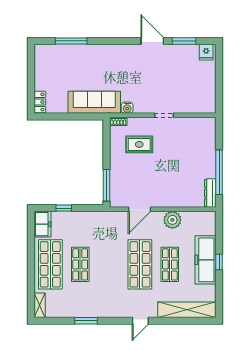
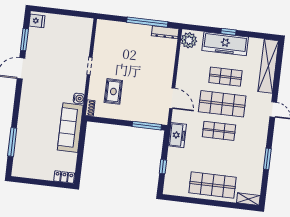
plant: (172, 220) -> (189, 40), moved
freezer: (42, 224) -> (177, 135), moved, turned 90
shop shelf: (80, 264) -> (219, 131), moved

